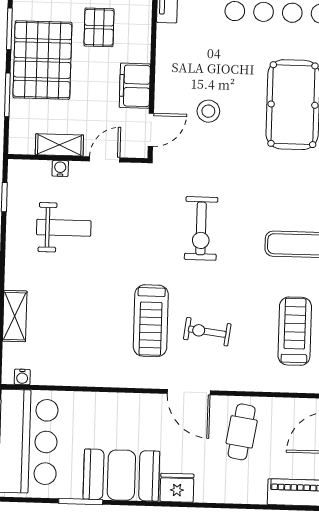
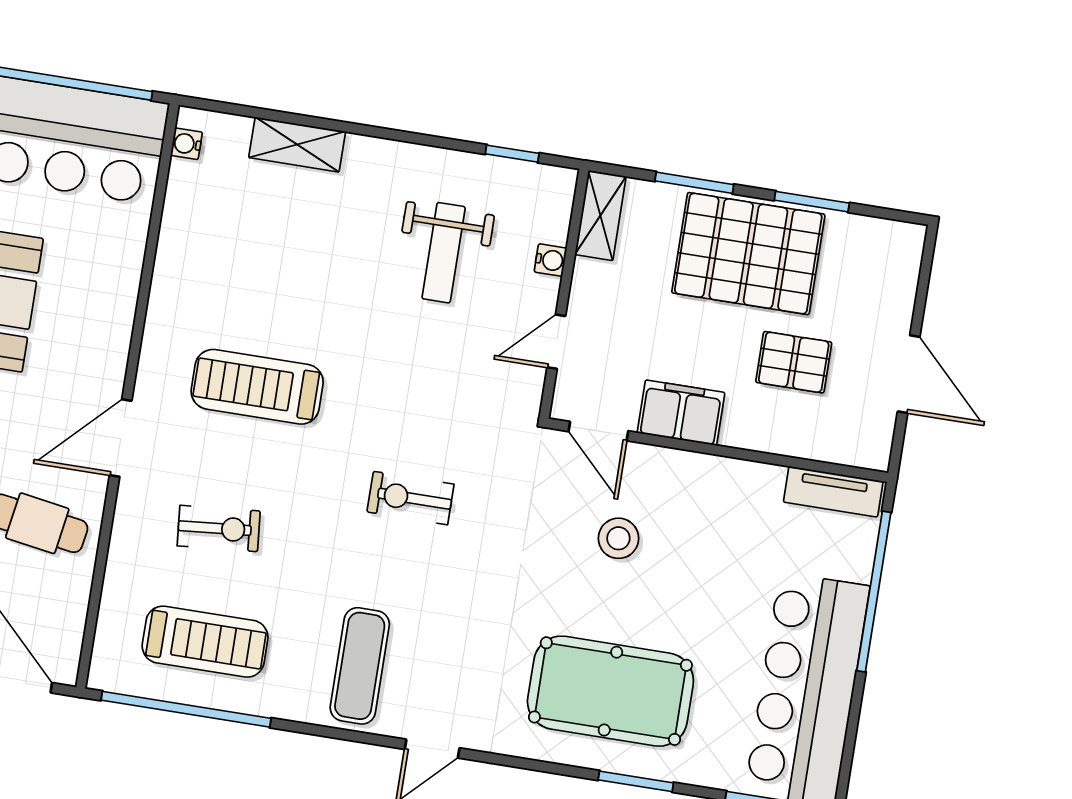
shelving: (59, 145) -> (600, 216), moved
door: (105, 159) -> (556, 342), swing flipped
exercise bike: (201, 228) -> (411, 498), width x0.73, depth x0.72
exercise bike: (207, 332) -> (219, 528), moved, turned 78

